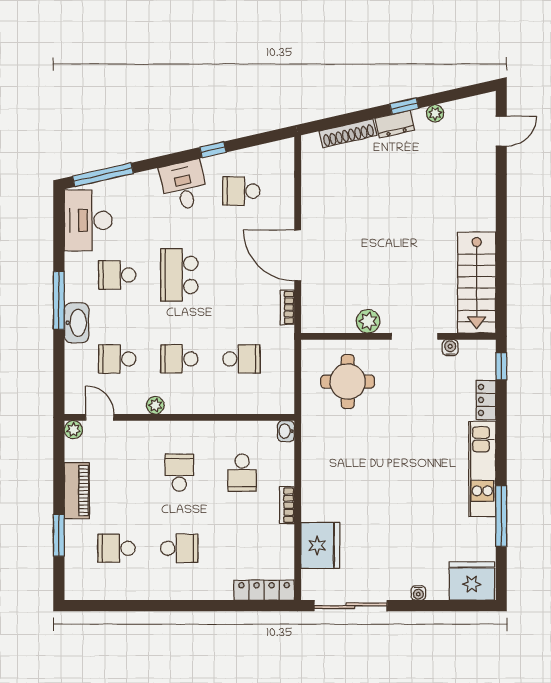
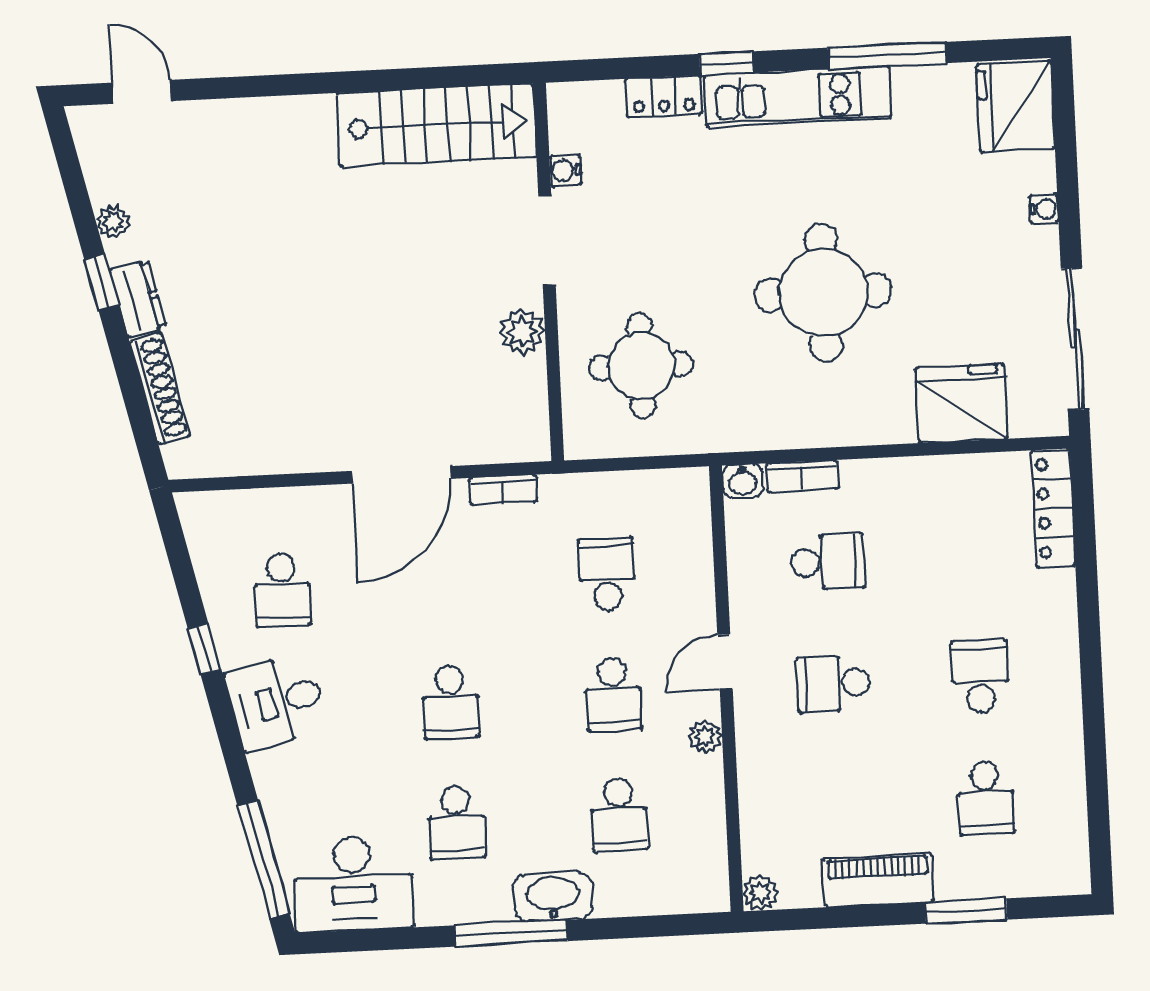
school desk: (179, 275) -> (450, 702), width x0.54
window: (501, 366) -> (726, 63), moved
door: (100, 417) -> (725, 662), moved
round table: (381, 477) -> (823, 293), added
bookcase: (287, 505) -> (802, 476), moved

